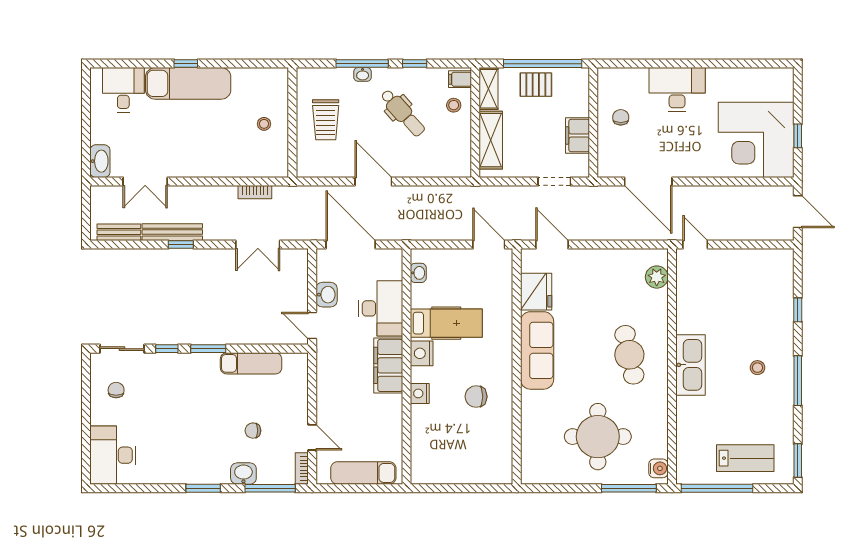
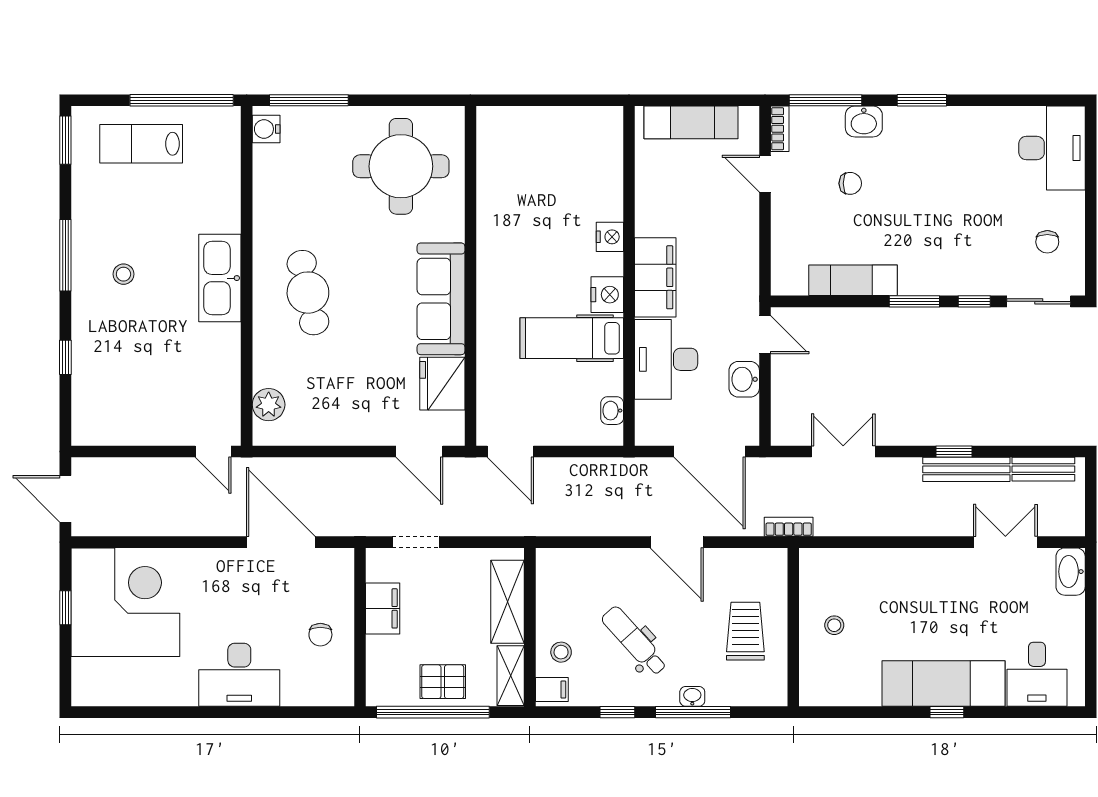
bookcase: (255, 192) -> (789, 527), moved
chair: (476, 397) -> (529, 232), removed
round table: (598, 437) -> (401, 166), moved

